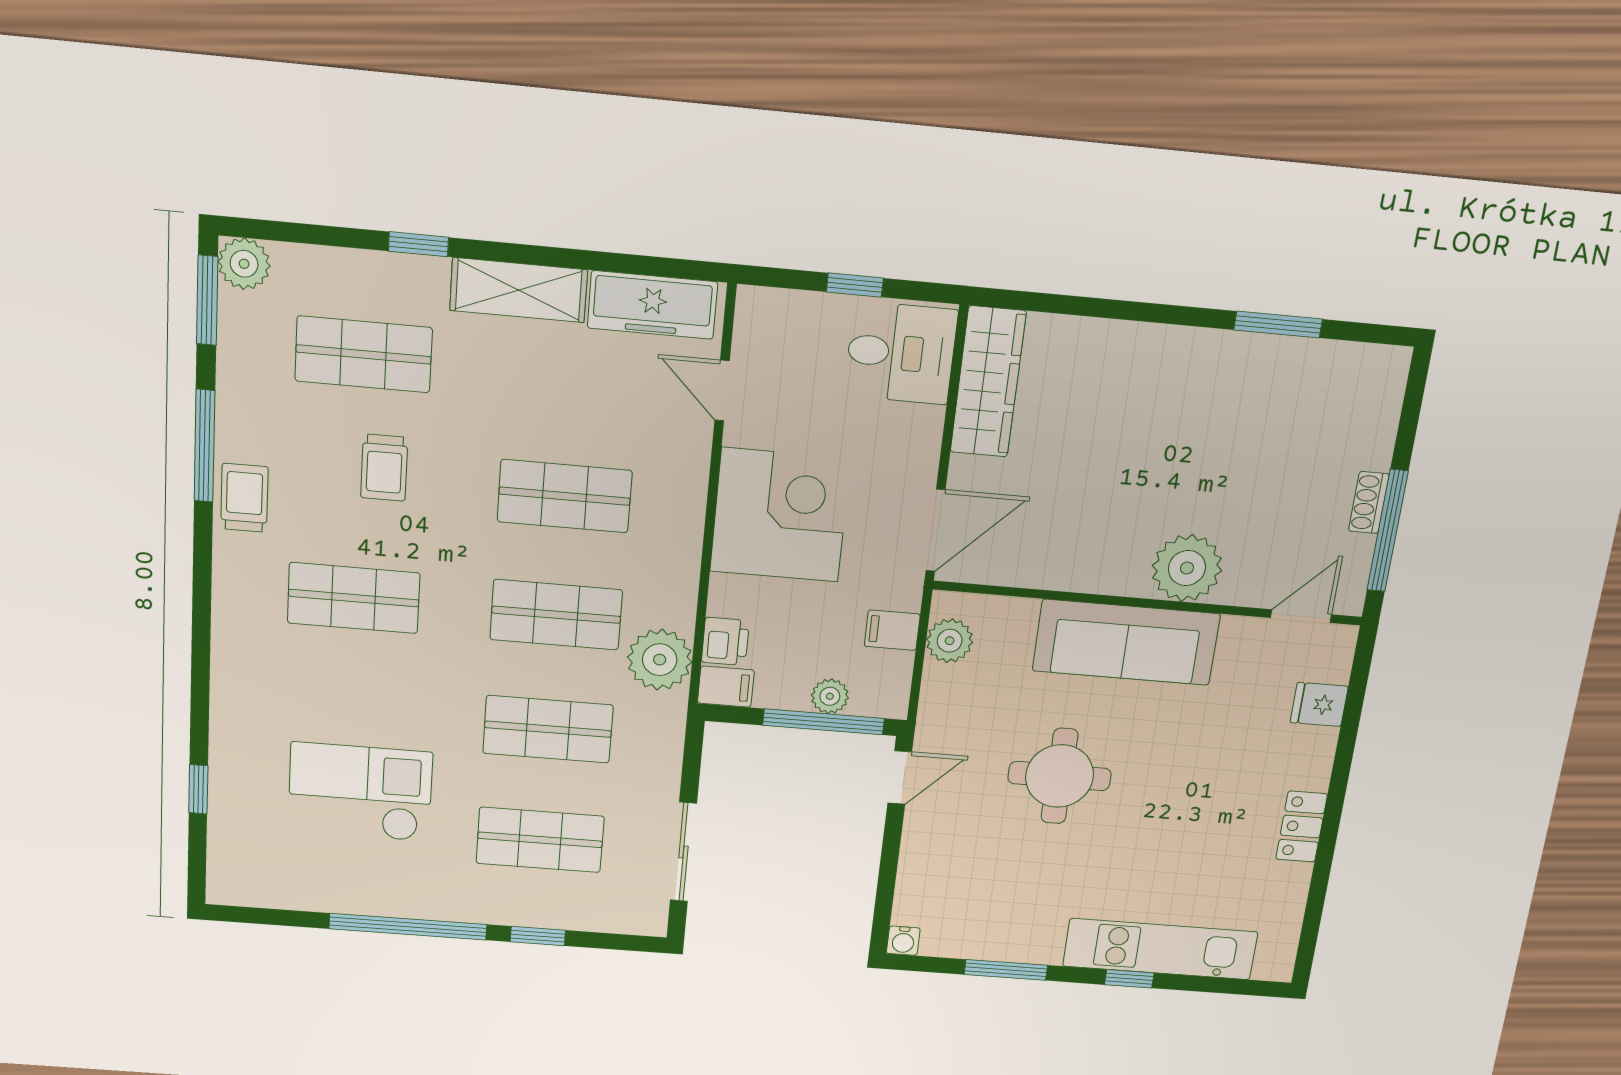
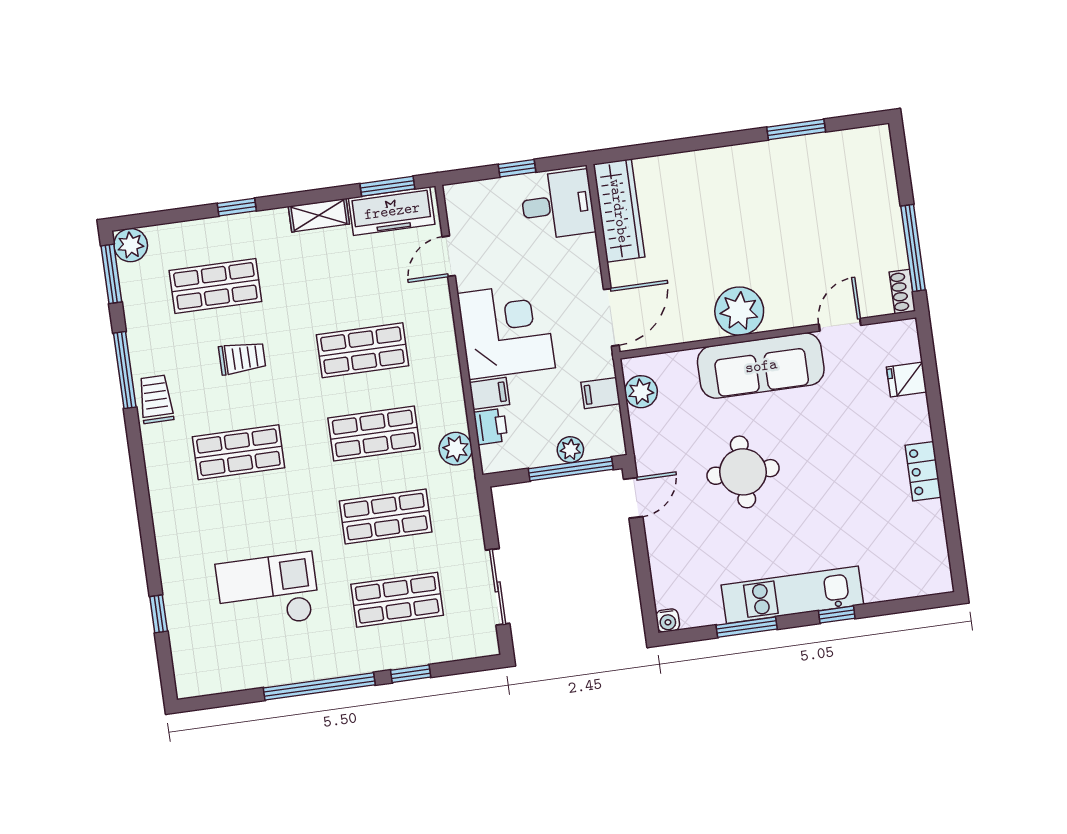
window: (654, 266) -> (387, 186), added
shelving: (519, 290) -> (319, 215), width x0.67, depth x0.75
door: (722, 390) -> (449, 256), hinge flipped
trolley: (384, 468) -> (242, 358), turned -90
shoe rack: (1369, 503) -> (902, 292), moved
plant: (1187, 568) -> (739, 311), moved
door: (1301, 616) -> (840, 325), moved
plant: (660, 660) -> (456, 449), width x0.73, depth x0.73
filing cabinet: (726, 687) -> (489, 393), moved
kitchen unit: (1160, 949) -> (792, 595), moved

